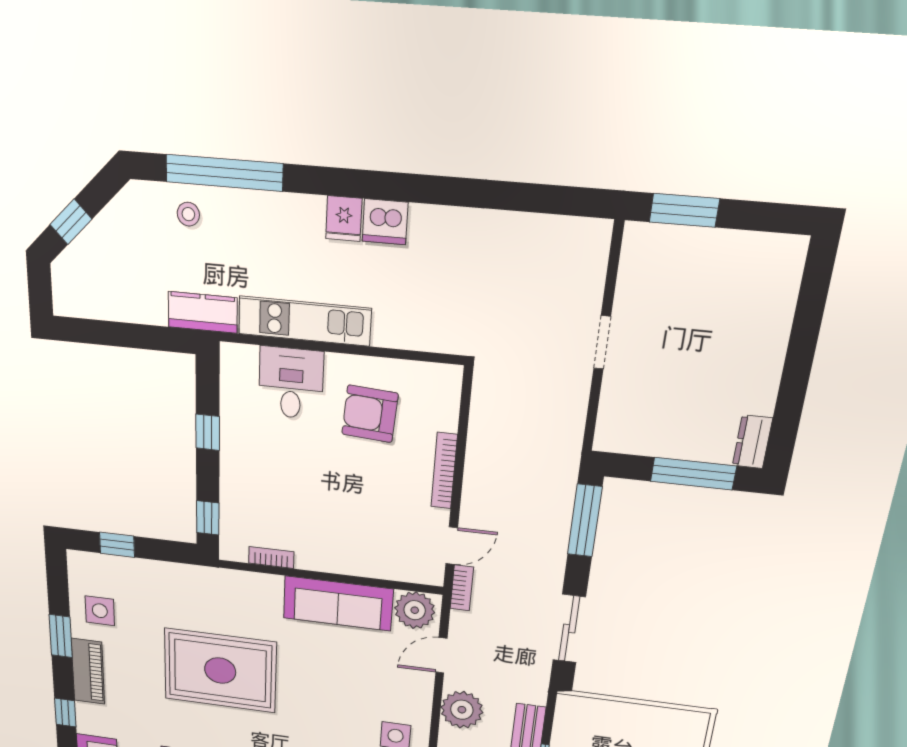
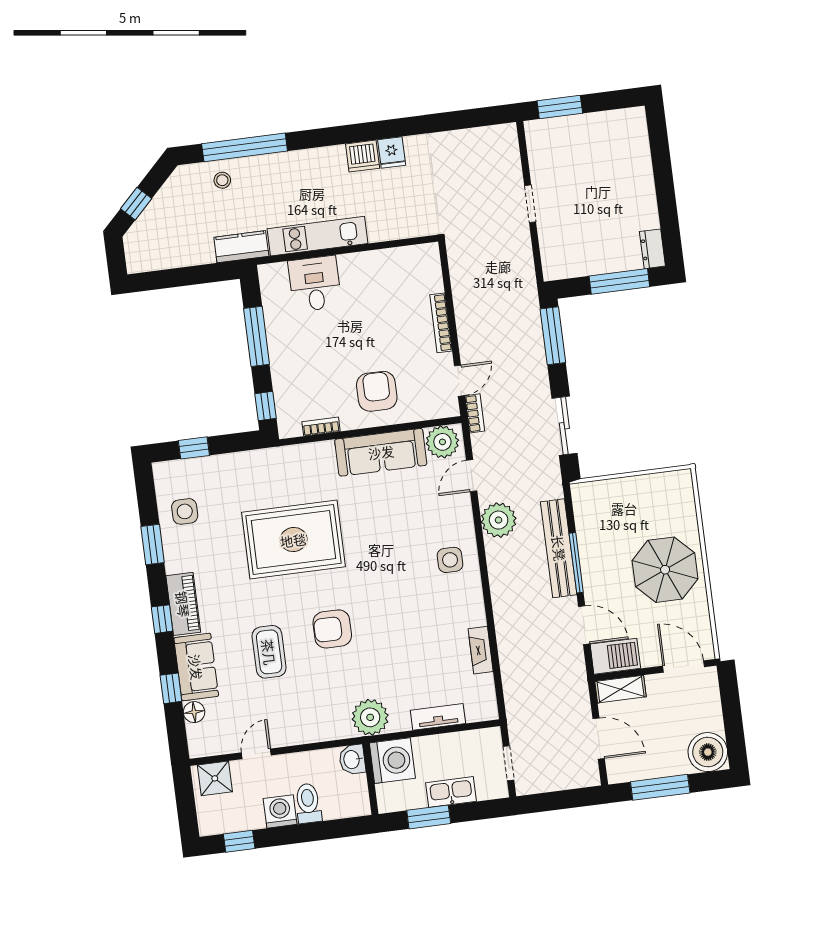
fridge: (344, 219) -> (392, 153), moved
armchair: (370, 414) -> (377, 391), moved, turned 86
window: (208, 432) -> (257, 336), width x2.17
piano: (88, 671) -> (183, 604), moved

